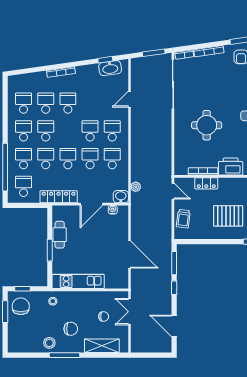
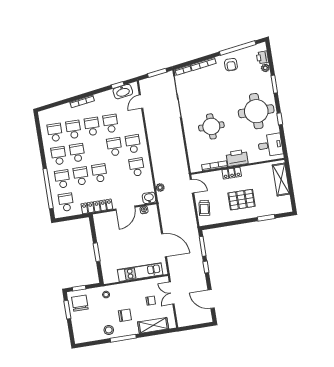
door: (129, 99) -> (141, 102), moved
school desk: (90, 159) -> (111, 124), moved
locker: (206, 183) -> (232, 173), moved
cafe table: (60, 235) -> (103, 238), removed
kitchen unit: (78, 281) -> (140, 272), moved

